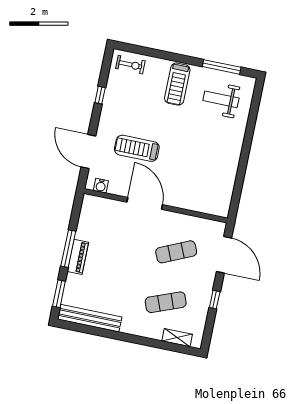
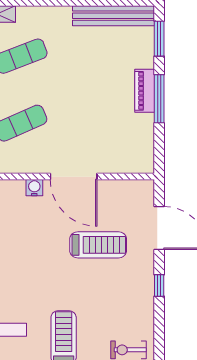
window: (100, 95) -> (159, 285), moved
water cooler: (101, 186) -> (34, 188), moved

